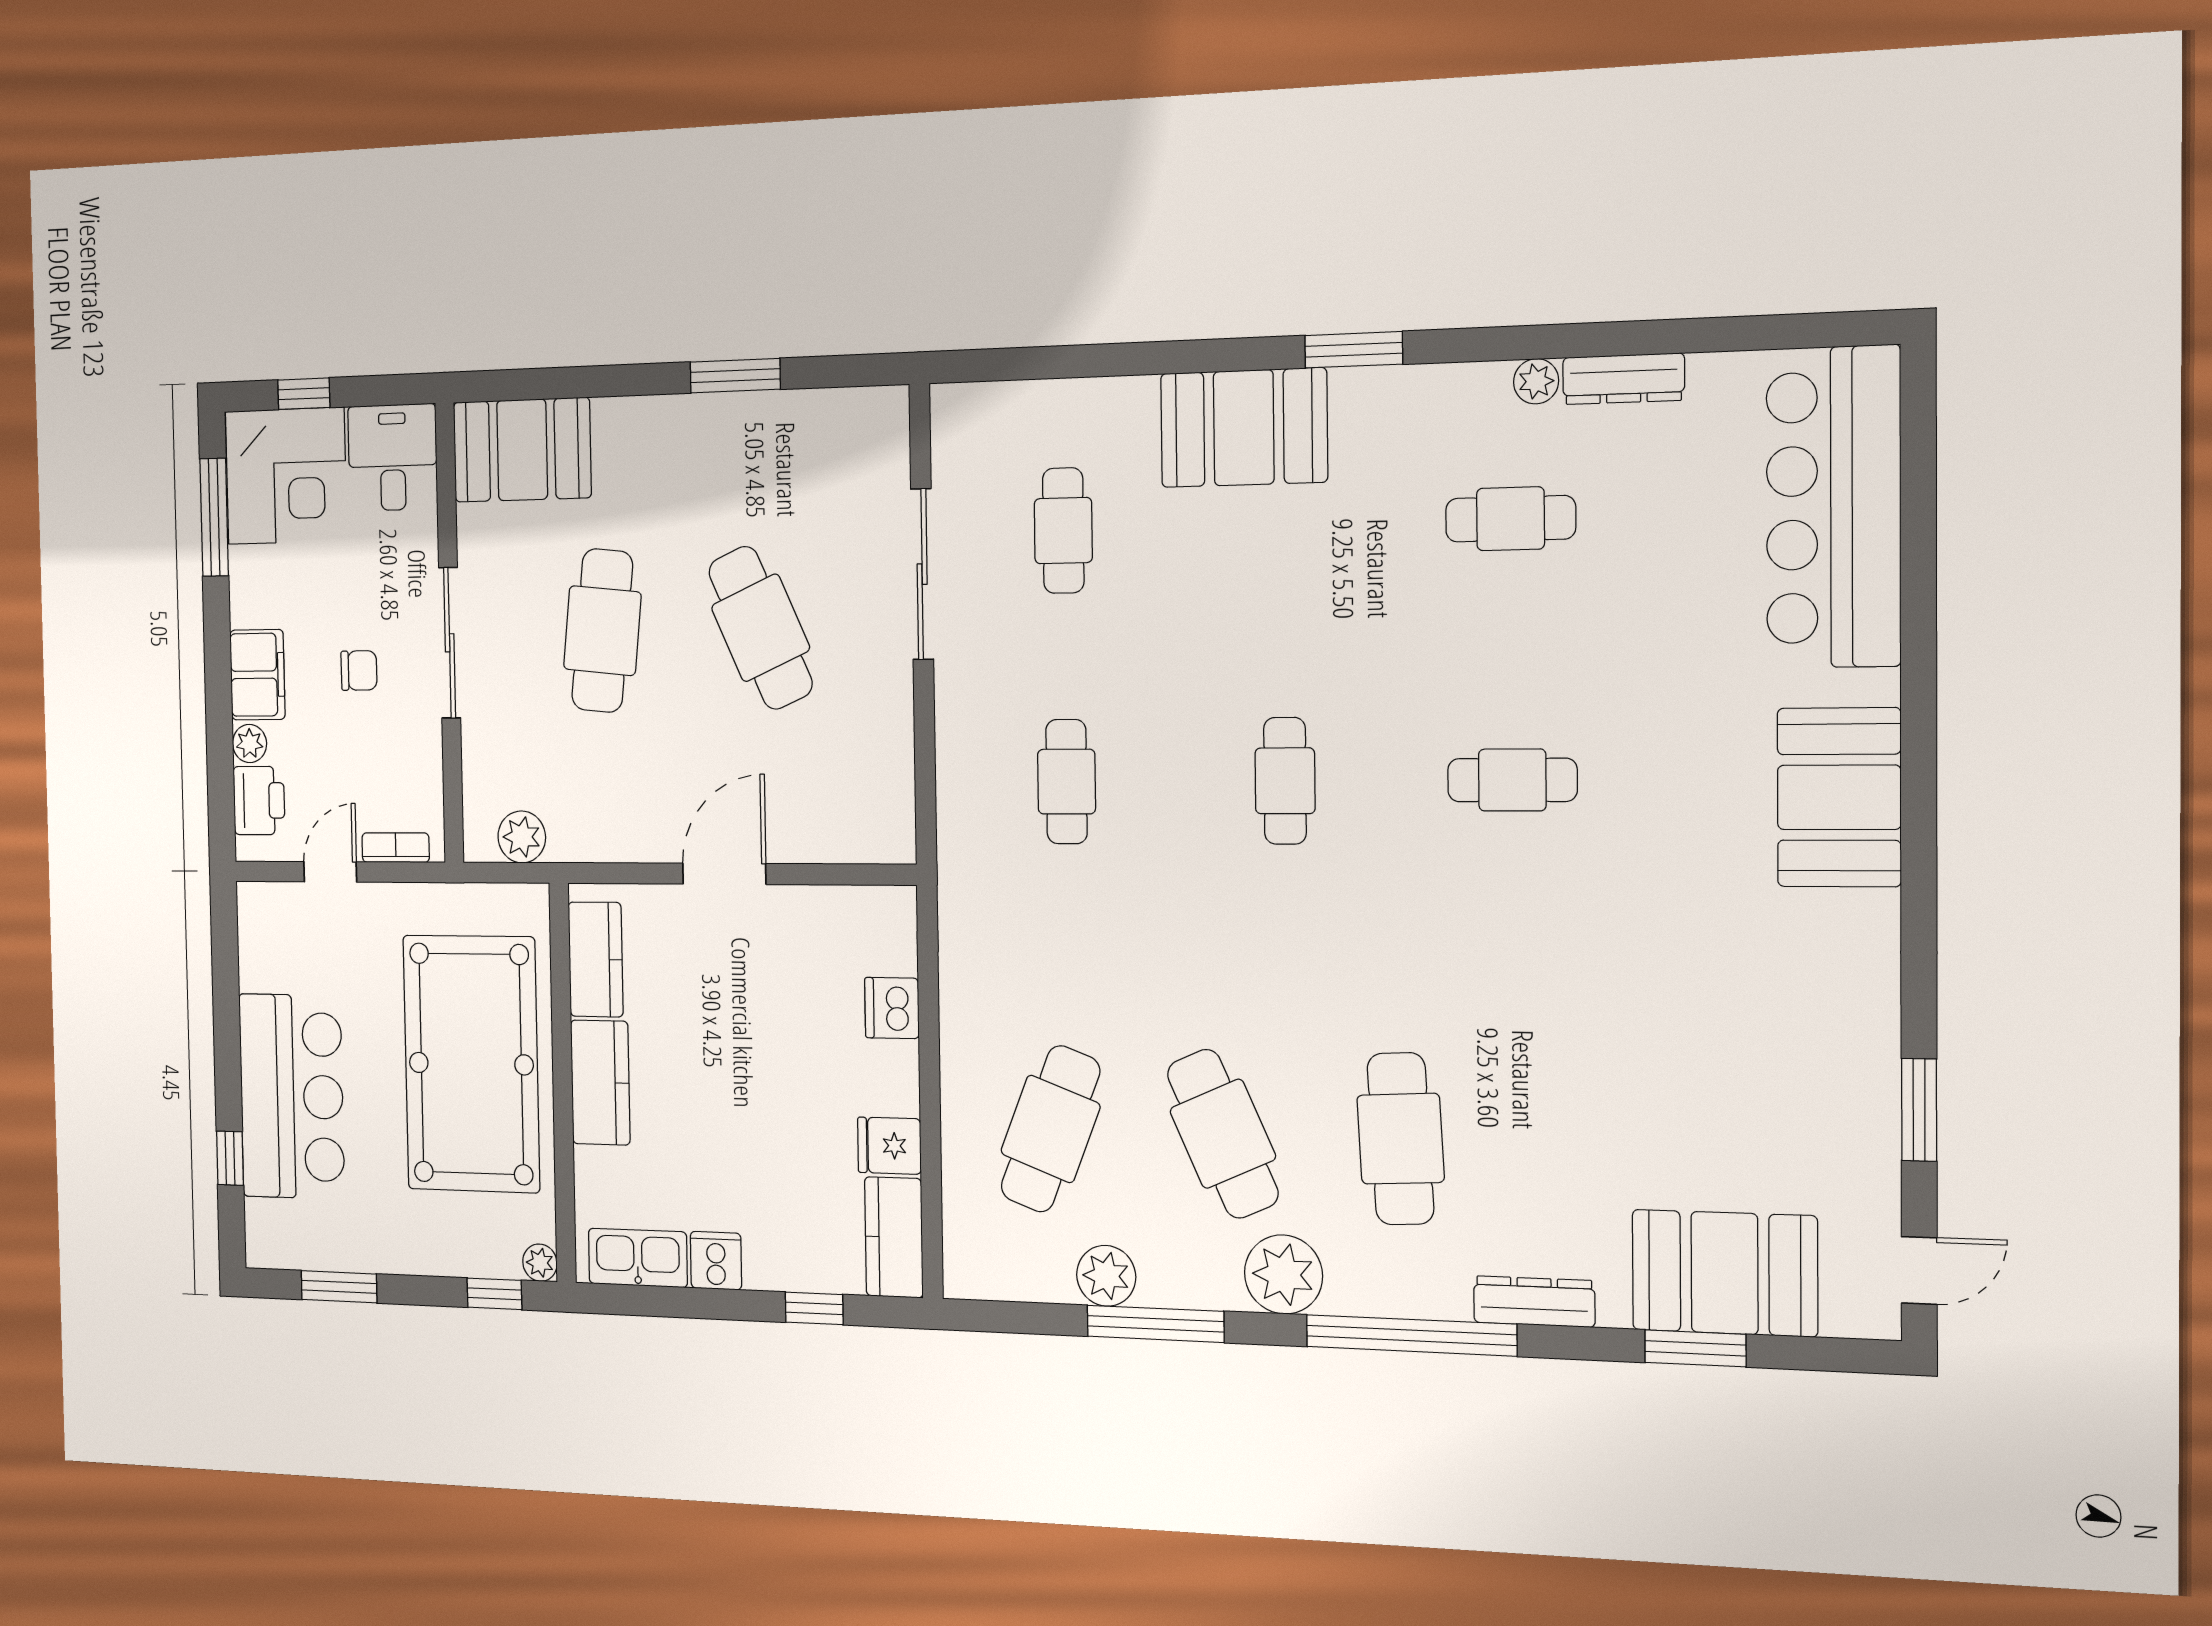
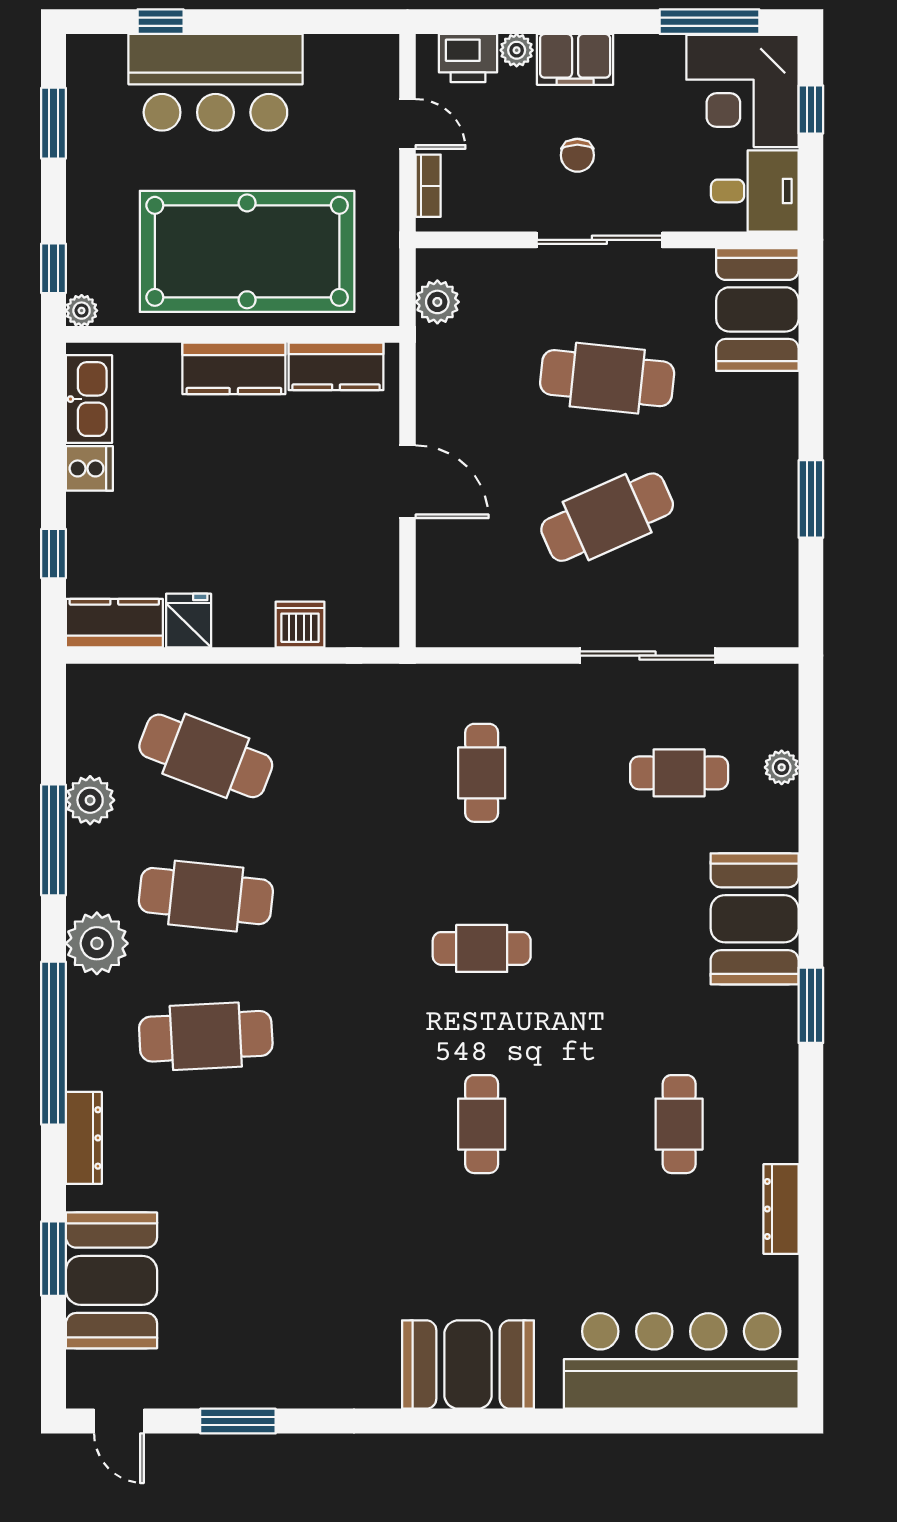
plant: (1536, 381) -> (782, 767), moved
cafe table: (1067, 782) -> (482, 773), turned 90
cafe table: (1223, 1134) -> (206, 896), turned 30

